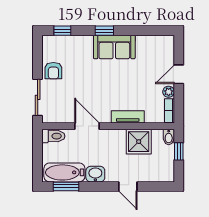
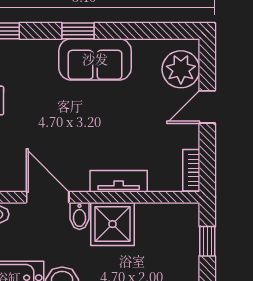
plant: (169, 92) -> (181, 69), moved, width x1.88, depth x1.88
bidet: (169, 137) -> (79, 216), moved
shower: (139, 142) -> (113, 224), moved

